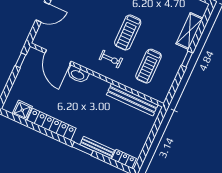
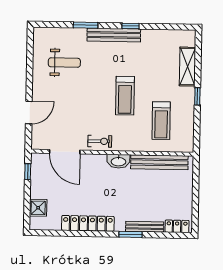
exercise bike: (111, 59) -> (100, 141), moved
washbasin: (78, 75) -> (118, 161), moved
shower: (22, 110) -> (38, 208), moved

